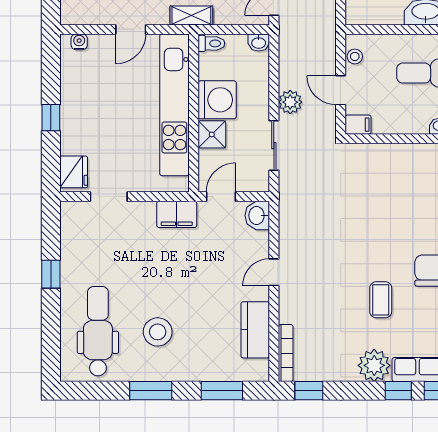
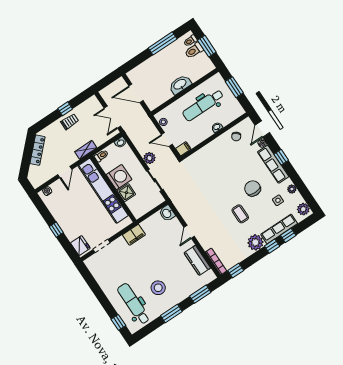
door: (221, 197) -> (147, 215), removed
window: (51, 274) -> (118, 322), moved

